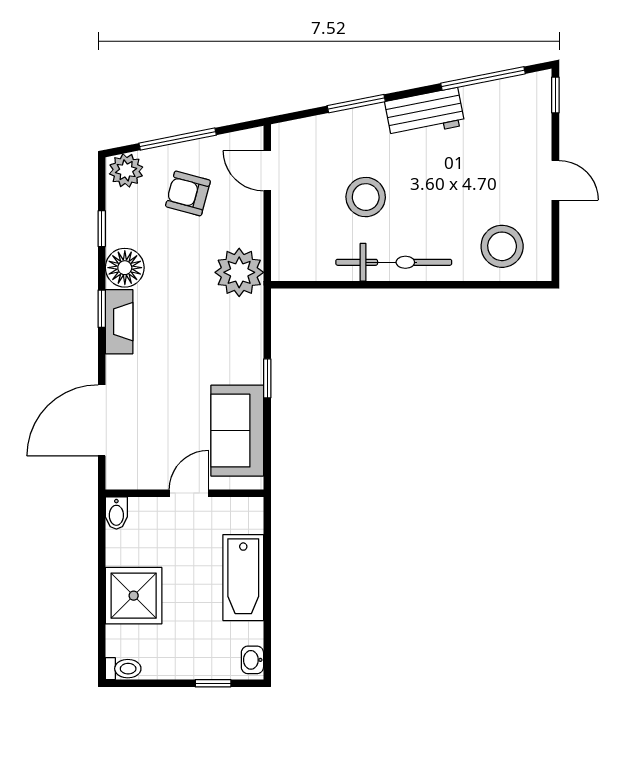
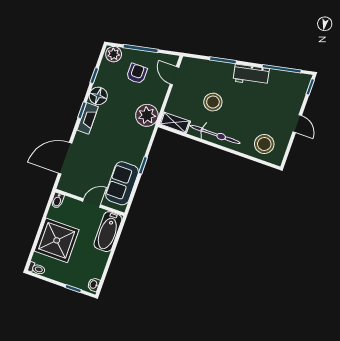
armchair: (188, 193) -> (137, 73), turned 75
shelving: (302, 267) -> (175, 123), added
bathtub: (243, 578) -> (108, 232), moved
shower: (134, 596) -> (57, 240), width x1.37, depth x1.37

